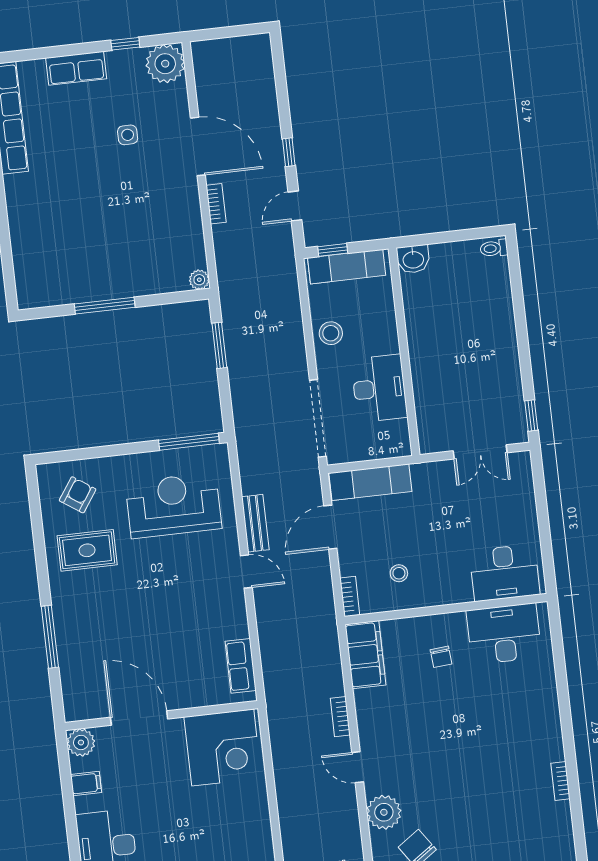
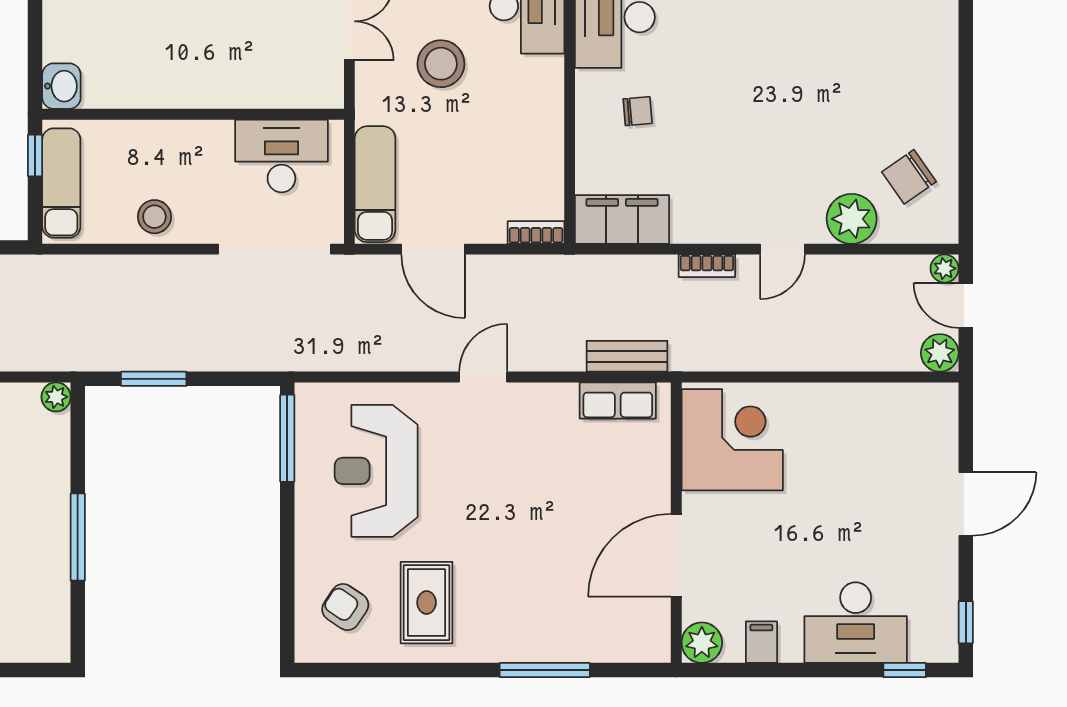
window: (333, 250) -> (35, 156), moved
desk: (379, 388) -> (281, 156), moved
bench: (255, 523) -> (627, 356), moved
stool: (399, 573) -> (441, 64), moved, width x1.89, depth x1.89

